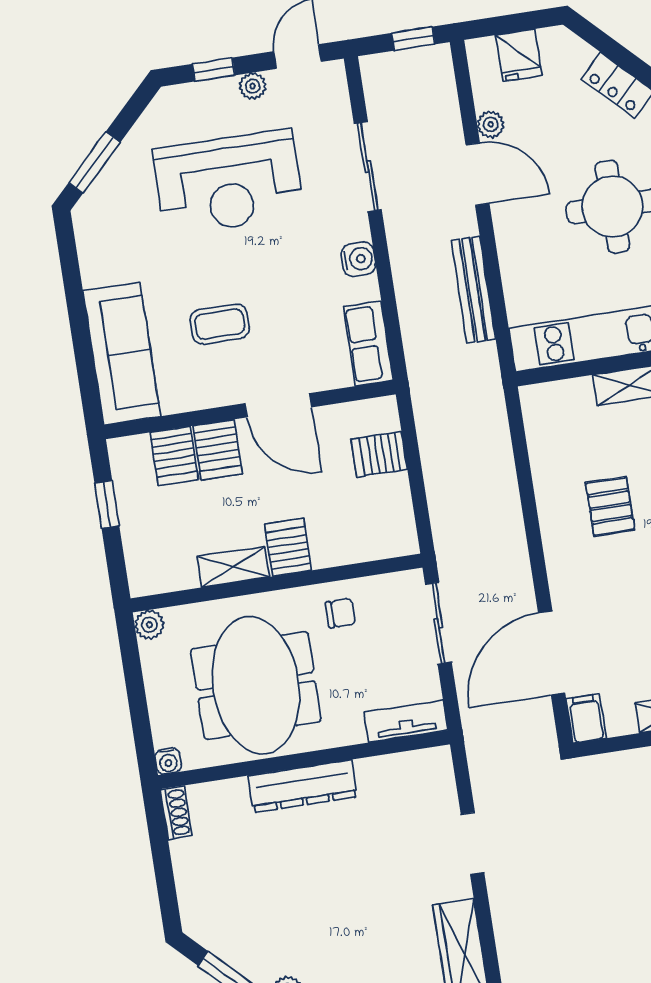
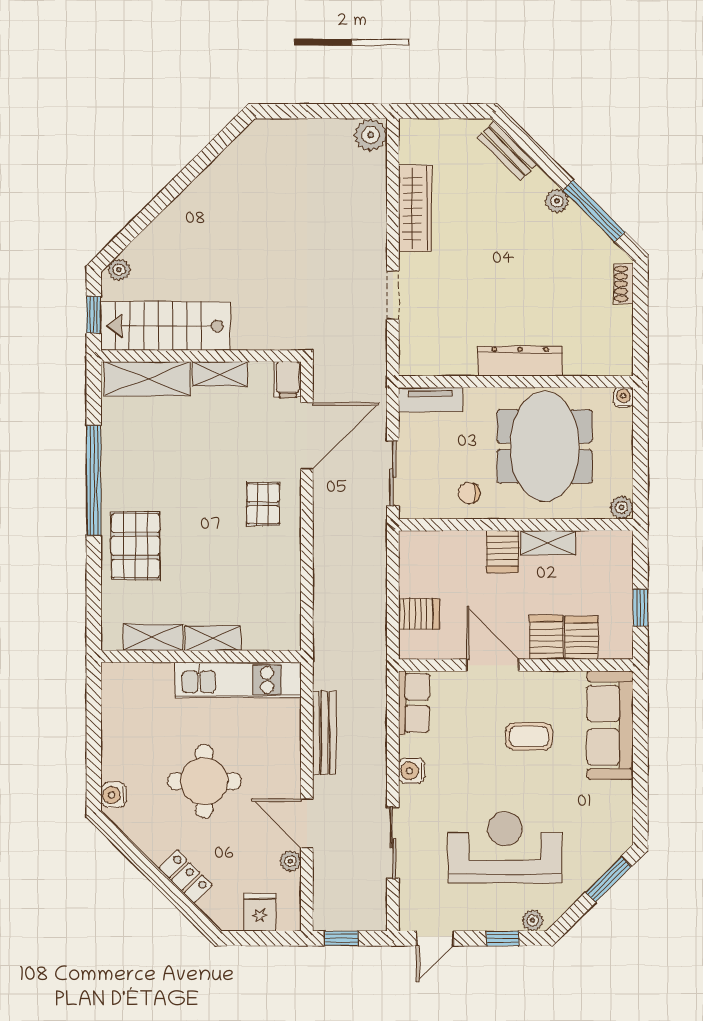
plant: (253, 86) -> (532, 921), moved
pallet: (610, 506) -> (263, 504), moved
shoe rack: (176, 813) -> (623, 284), moved

